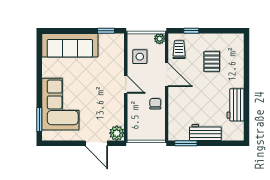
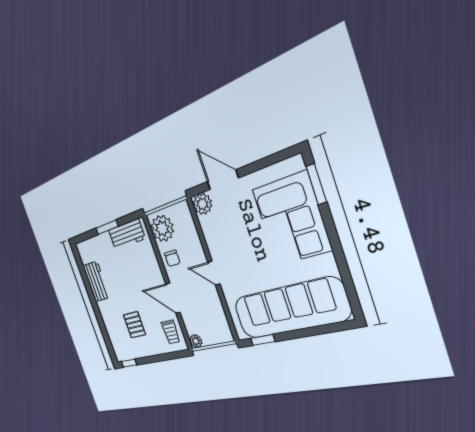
window: (191, 31) -> (129, 363), moved
sofa: (70, 45) -> (290, 309), width x1.36, depth x1.27
side table: (140, 57) -> (210, 314), removed
plant: (155, 127) -> (162, 228), added
workbench: (205, 132) -> (127, 234), moved
window: (186, 143) -> (107, 227), moved

